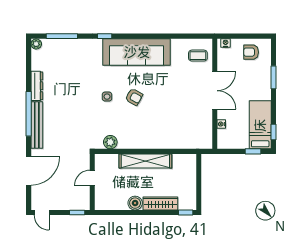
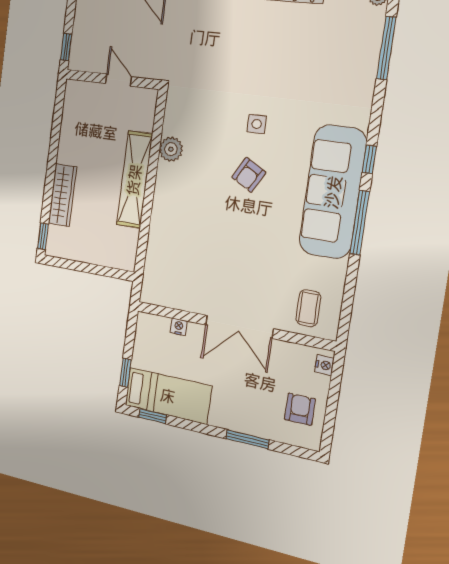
window: (105, 36) -> (369, 159), moved
window: (150, 36) -> (360, 223), added
plant: (110, 142) -> (171, 149), moved
boiler: (135, 203) -> (68, 151), removed

